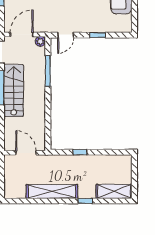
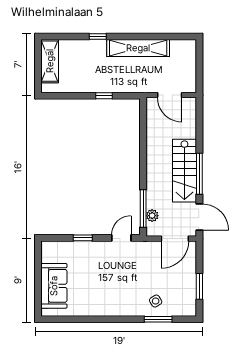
plant: (40, 41) -> (152, 216), moved
window: (48, 71) -> (143, 209), moved
shelving: (114, 191) -> (50, 61), moved, turned 90

